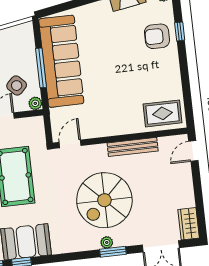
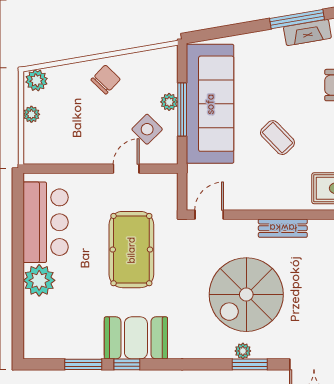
coffee table: (114, 81) -> (277, 138), added
plant: (35, 103) -> (169, 102), moved
bench: (133, 147) -> (283, 228), width x0.73

